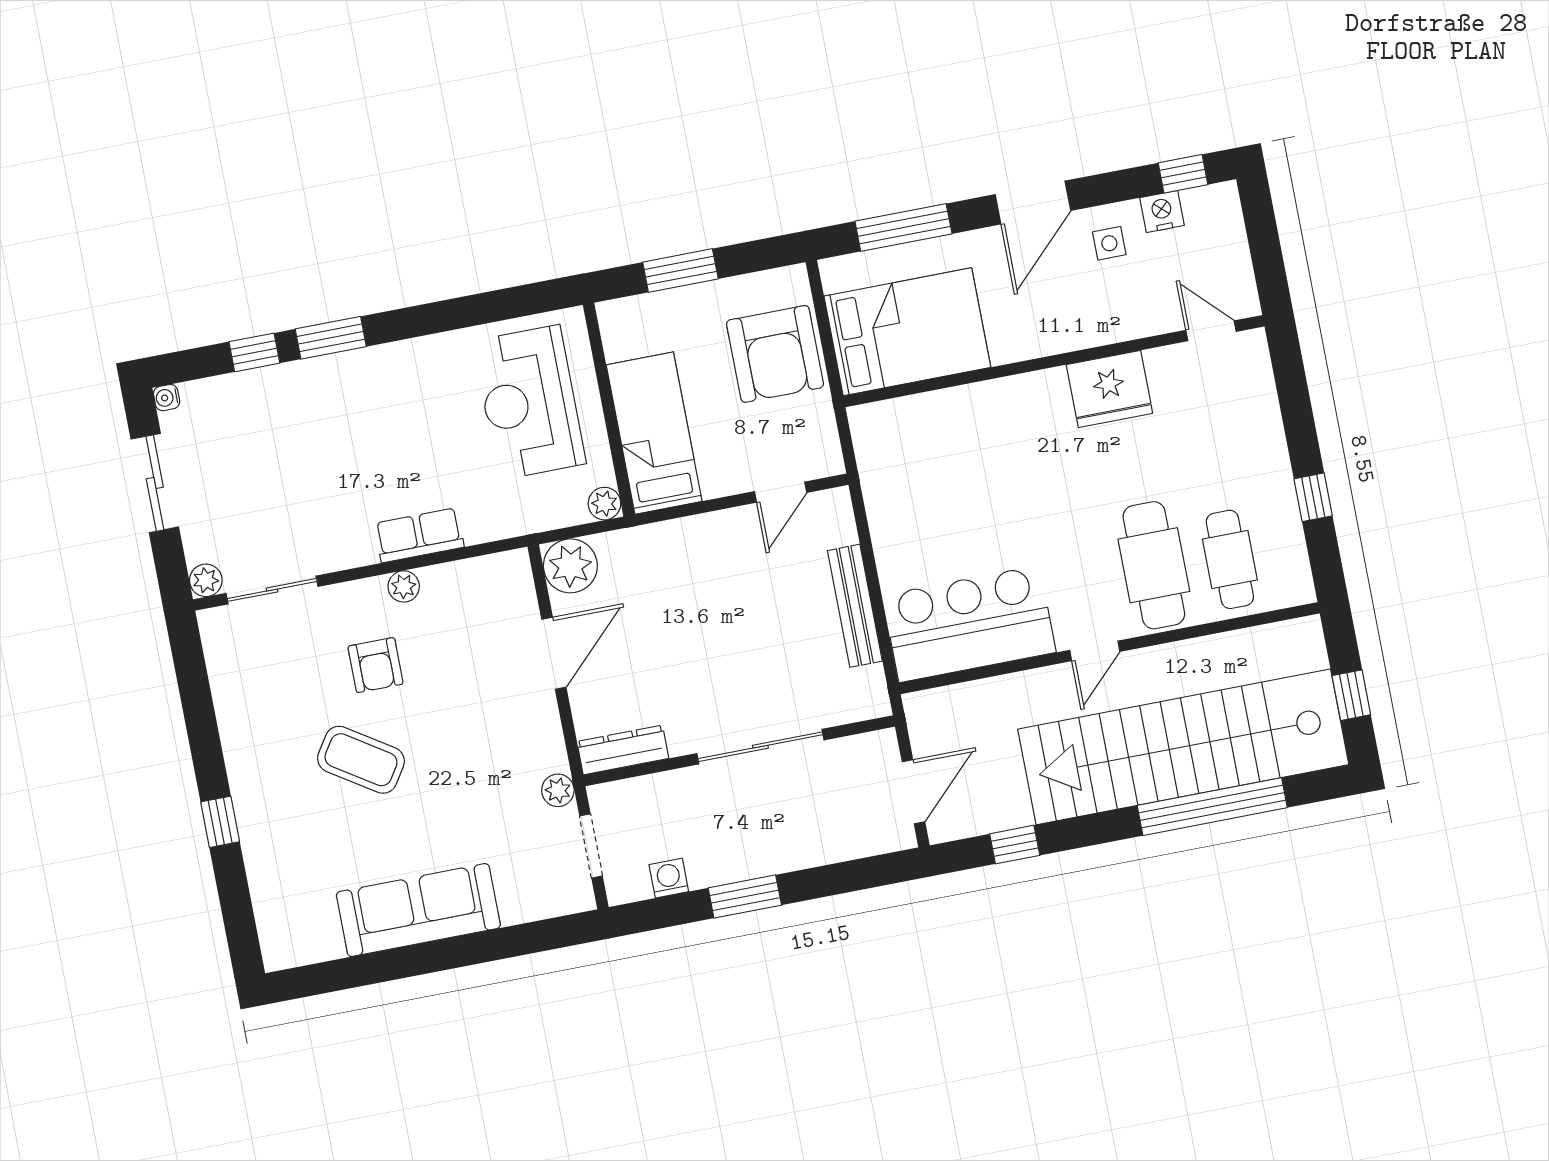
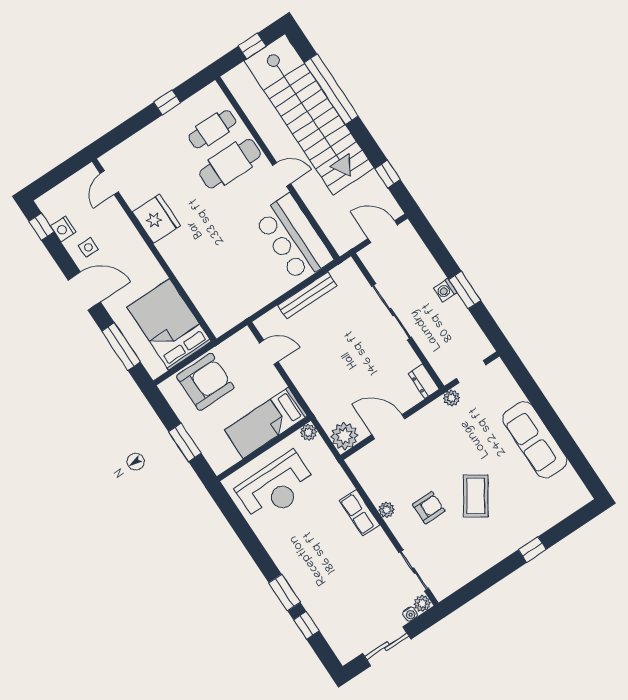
water cooler: (167, 398) -> (410, 614), moved
dresser: (623, 750) -> (424, 381), width x0.70
washing machine: (669, 878) -> (445, 290), moved

